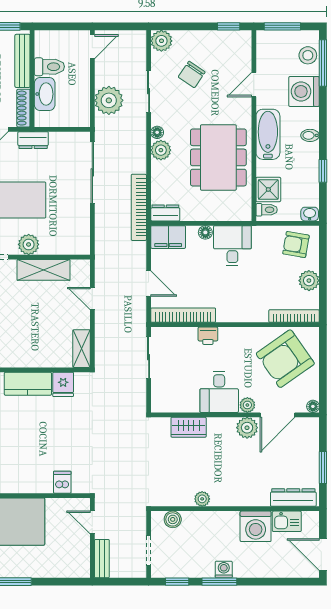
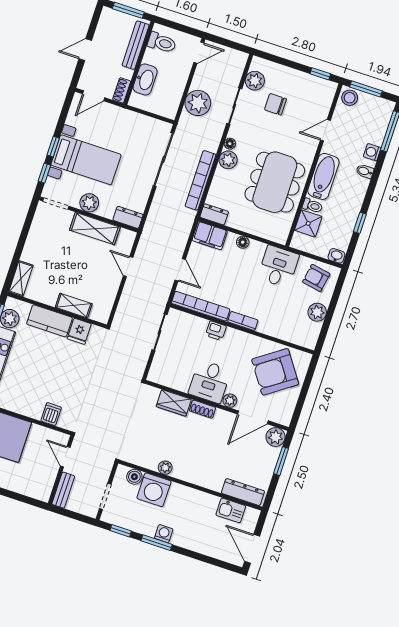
plant: (161, 41) -> (255, 81), moved
stool: (308, 55) -> (350, 98), moved
toilet: (49, 67) -> (162, 43), moved
chair: (192, 74) -> (275, 104), turned 56
washing machine: (304, 91) -> (372, 152), width x0.53, depth x0.53
shoe rack: (23, 108) -> (122, 90), width x0.70
bidet: (310, 135) -> (365, 171), moved
dresser: (33, 140) -> (128, 217), moved, turned 180
bookcase: (139, 207) -> (201, 180), moved
toilet: (267, 210) -> (312, 206), moved
desk: (232, 246) -> (278, 267), moved
bookcase: (294, 316) -> (243, 321), moved, width x0.64
shelving: (81, 349) -> (74, 306), moved, turned 90
floor lamp: (313, 406) -> (285, 420), removed
shoe rack: (221, 424) -> (202, 409), added
plant: (247, 428) -> (275, 437), moved
window: (323, 467) -> (281, 461), moved
washing machine: (256, 526) -> (154, 490), moved

